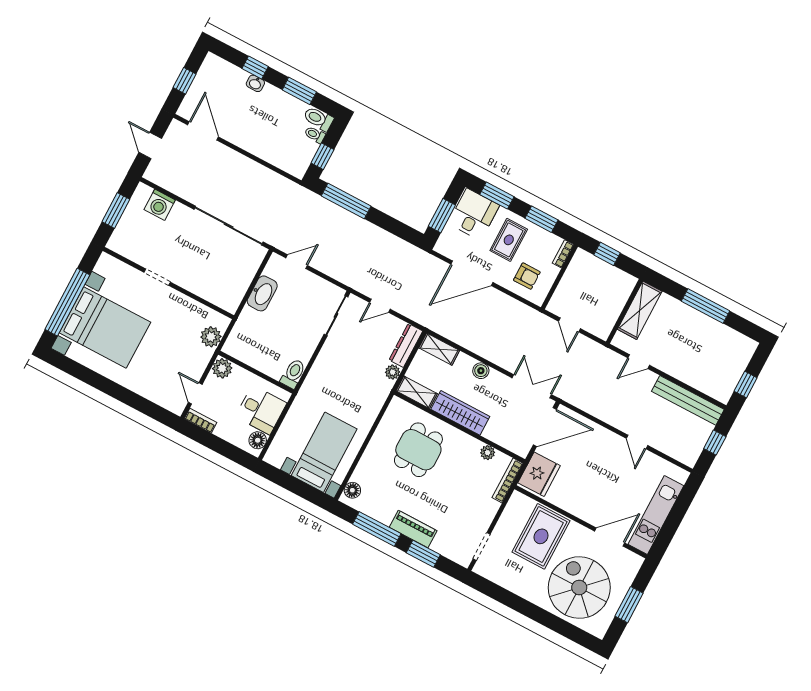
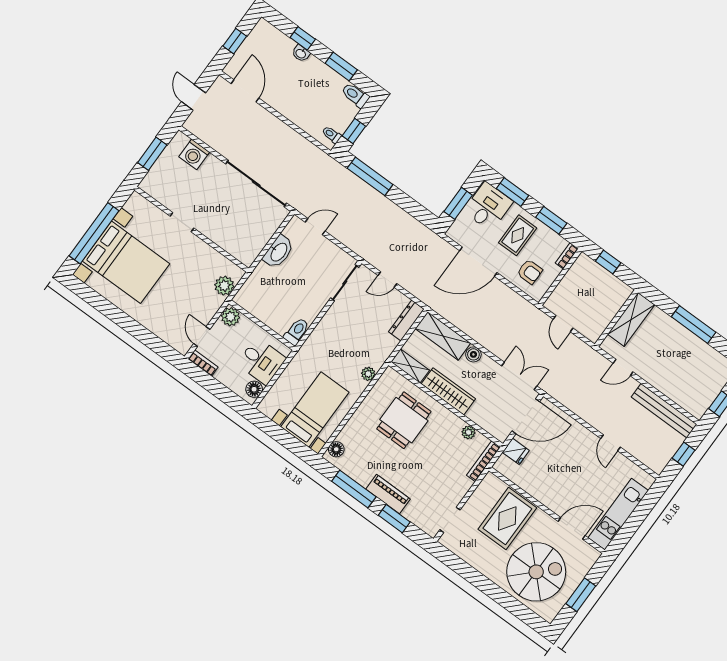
toilet: (315, 135) -> (332, 135), moved
shelving: (439, 349) -> (443, 336), width x1.50, depth x1.33
plant: (393, 372) -> (368, 374), moved
fridge: (539, 474) -> (516, 451), width x0.53, depth x0.75
spiral stairs: (579, 588) -> (536, 572), turned 90

